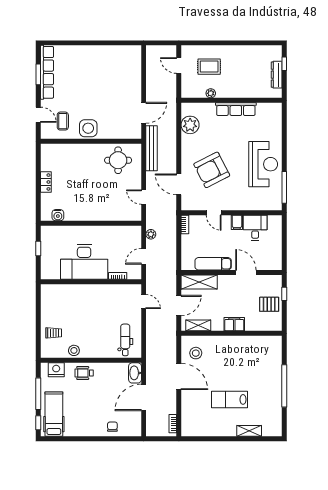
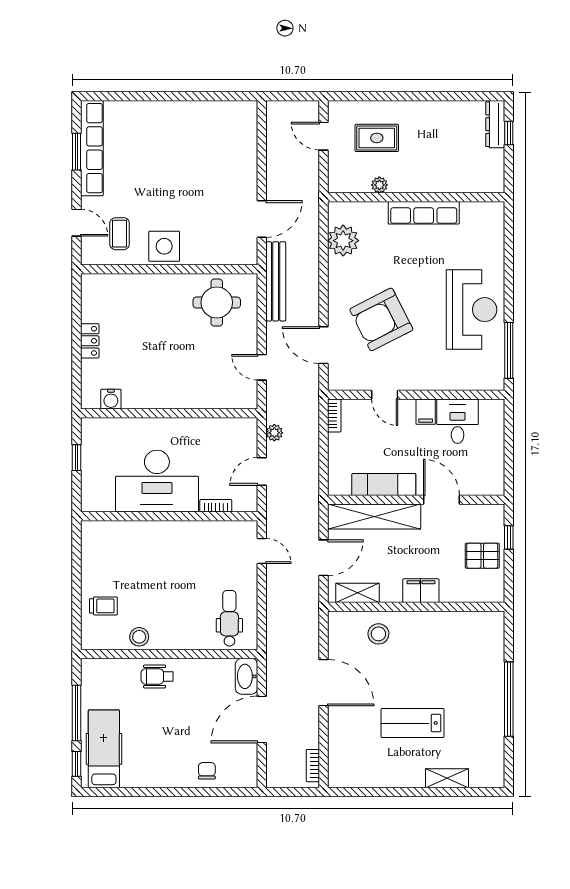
dresser: (277, 75) -> (495, 124), moved
shelving: (199, 282) -> (374, 517), width x1.47
stool: (196, 353) -> (378, 634), moved
nightstand: (56, 370) -> (108, 671), removed

